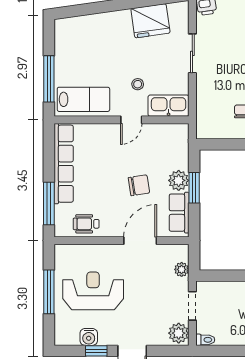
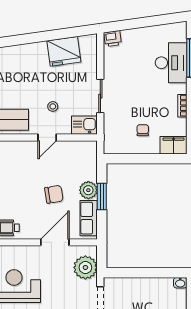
sliding door: (192, 53) -> (100, 96), moved
kitchen sink: (169, 106) -> (84, 125), width x0.73
plant: (182, 269) -> (85, 267), width x1.87, depth x1.87

